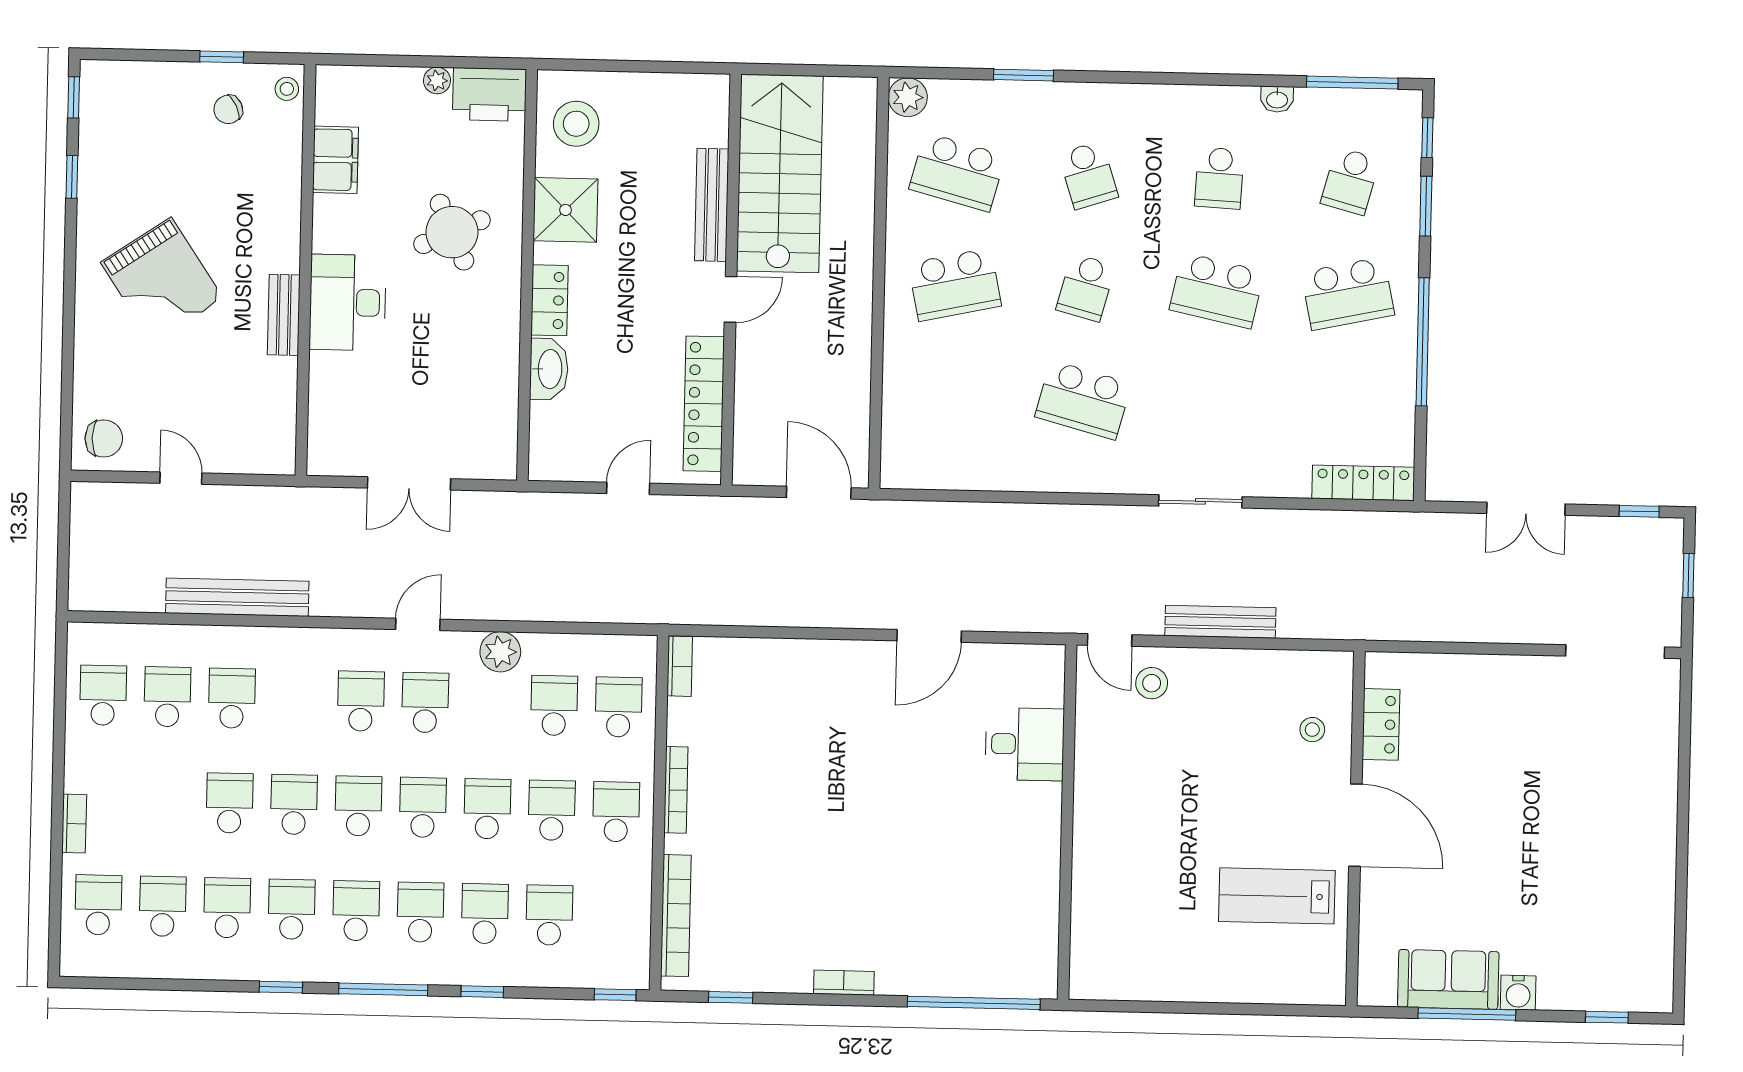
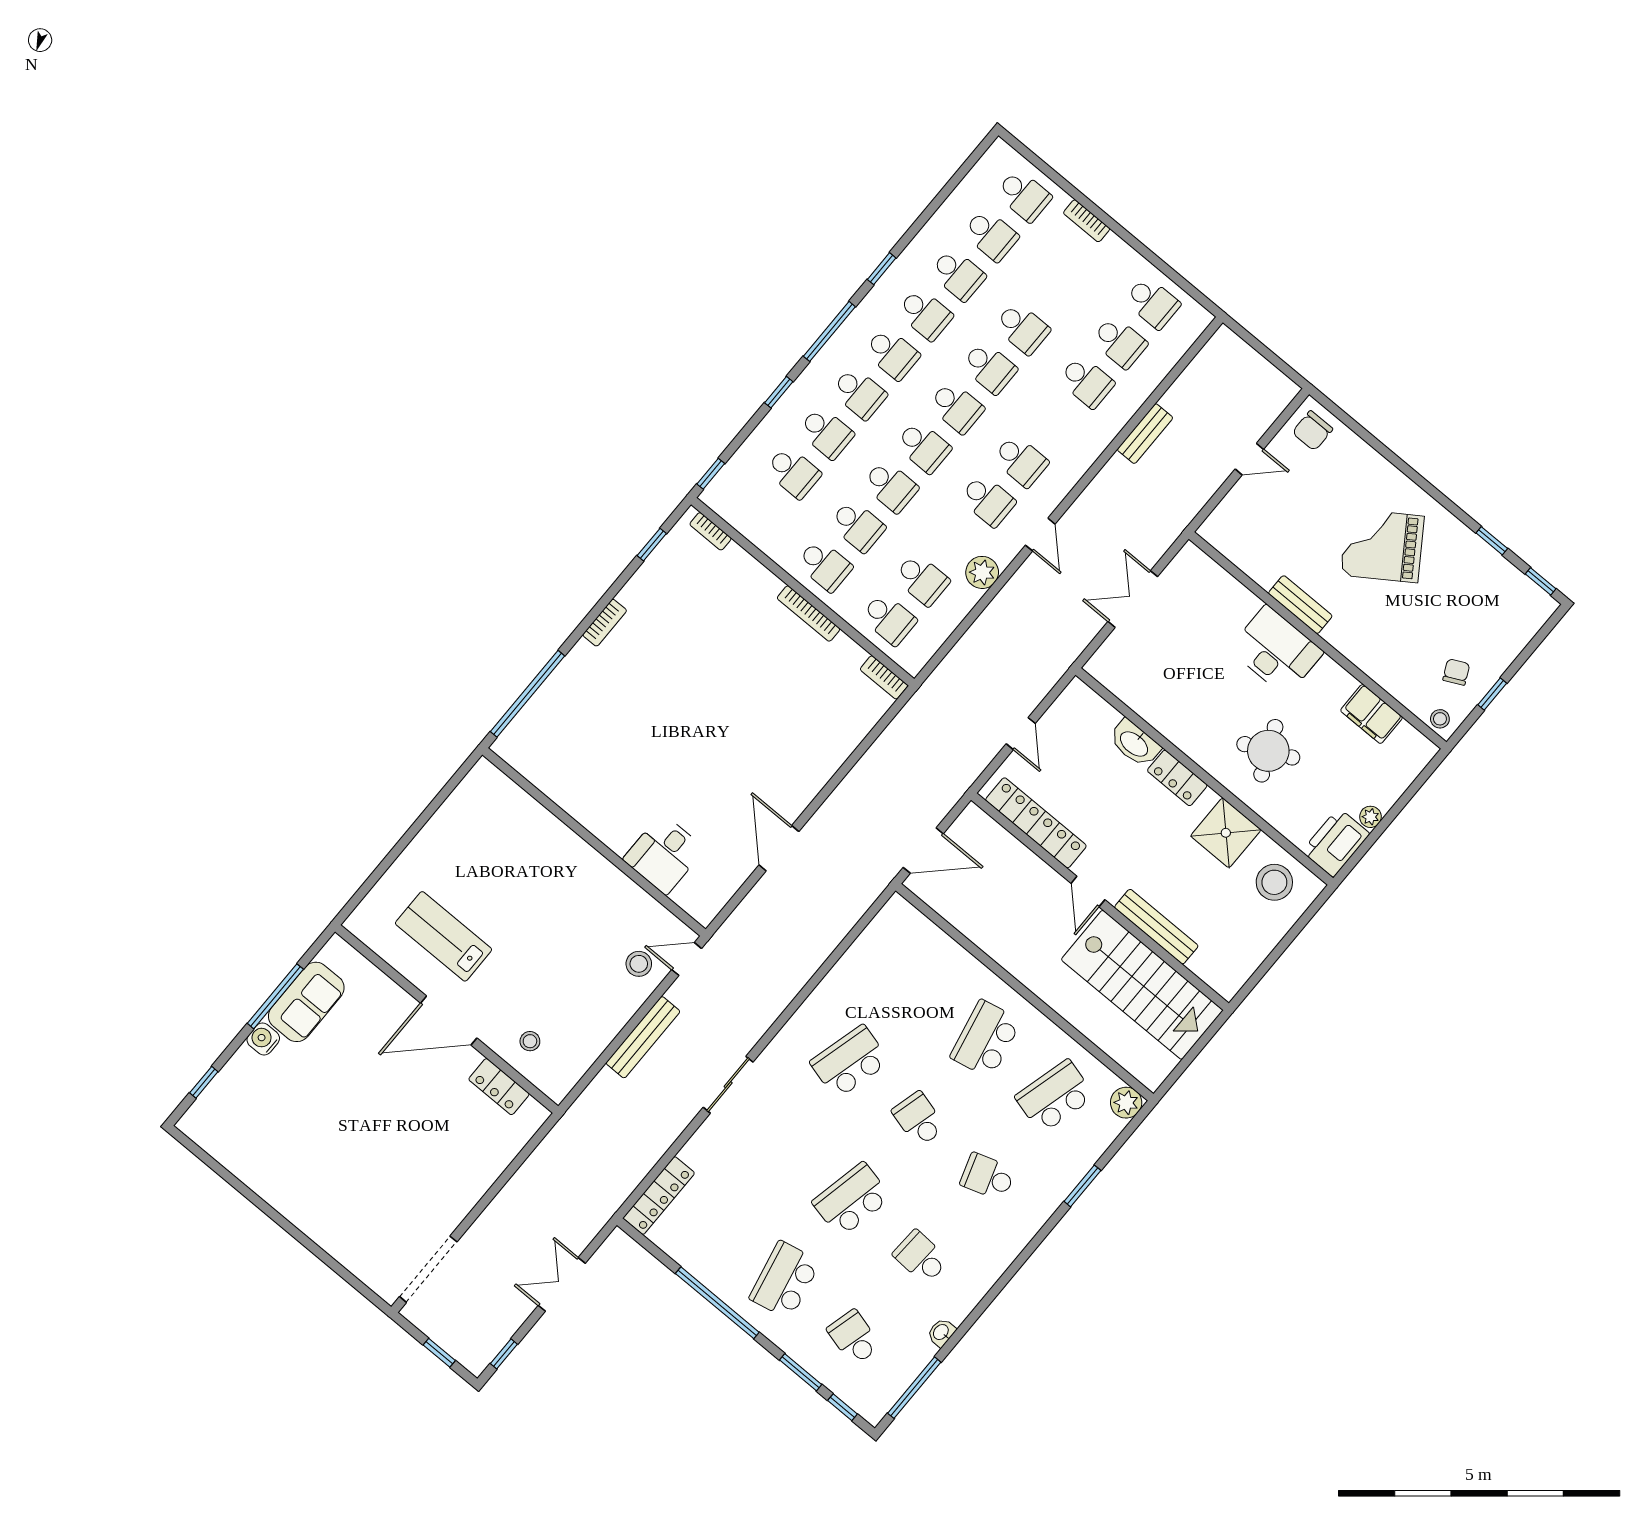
bench: (237, 597) -> (1145, 434), width x0.54, depth x0.82
lab bench: (1277, 896) -> (444, 936), turned -90
bookcase: (676, 916) -> (711, 531), width x0.43, depth x0.76

